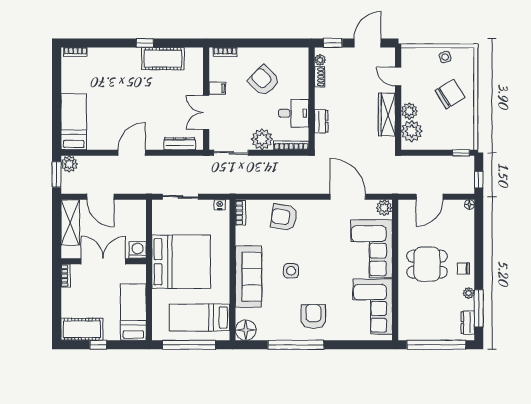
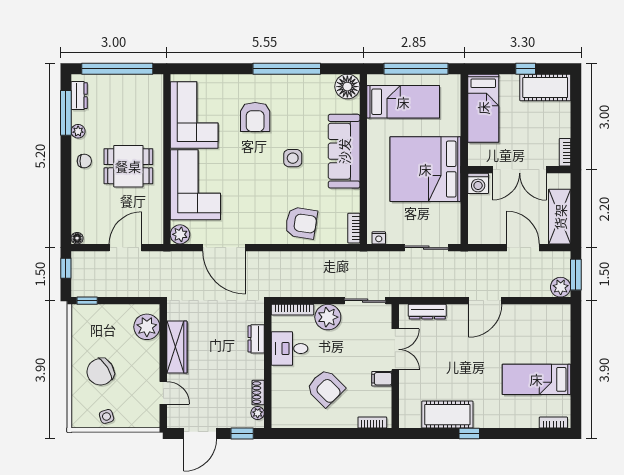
plant: (409, 111) -> (150, 351), removed
bed: (74, 122) -> (536, 379), moved, turned 90
armchair: (313, 317) -> (255, 117), moved

